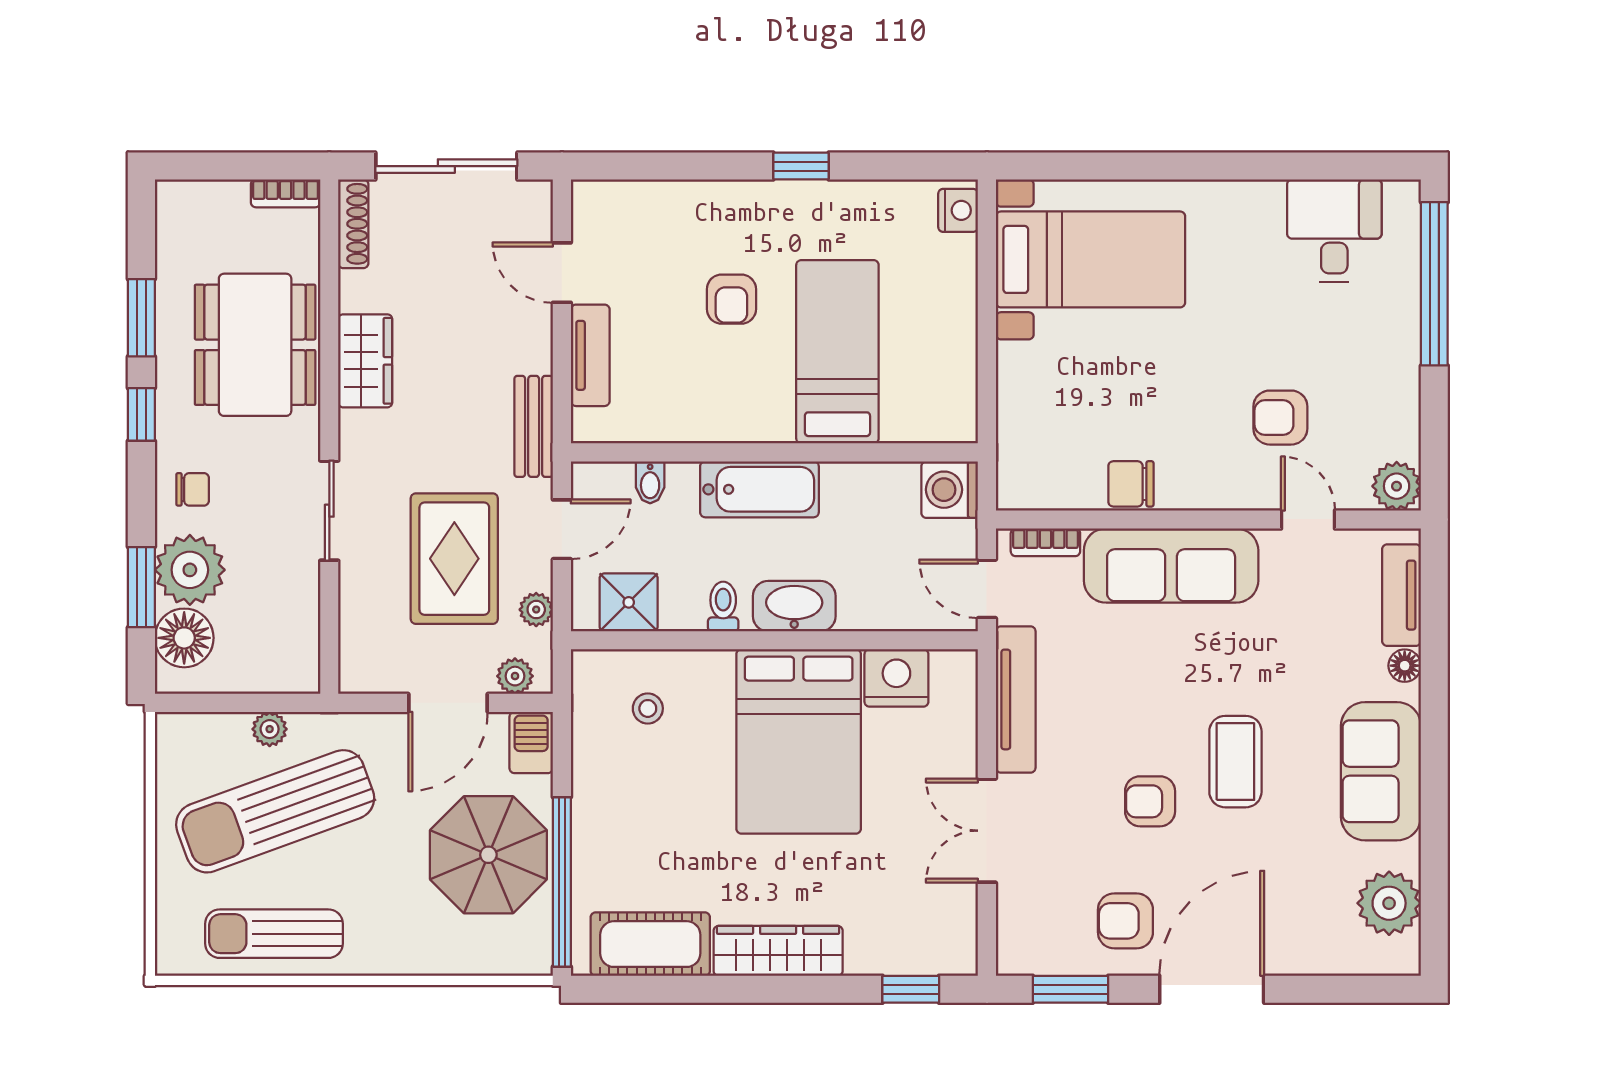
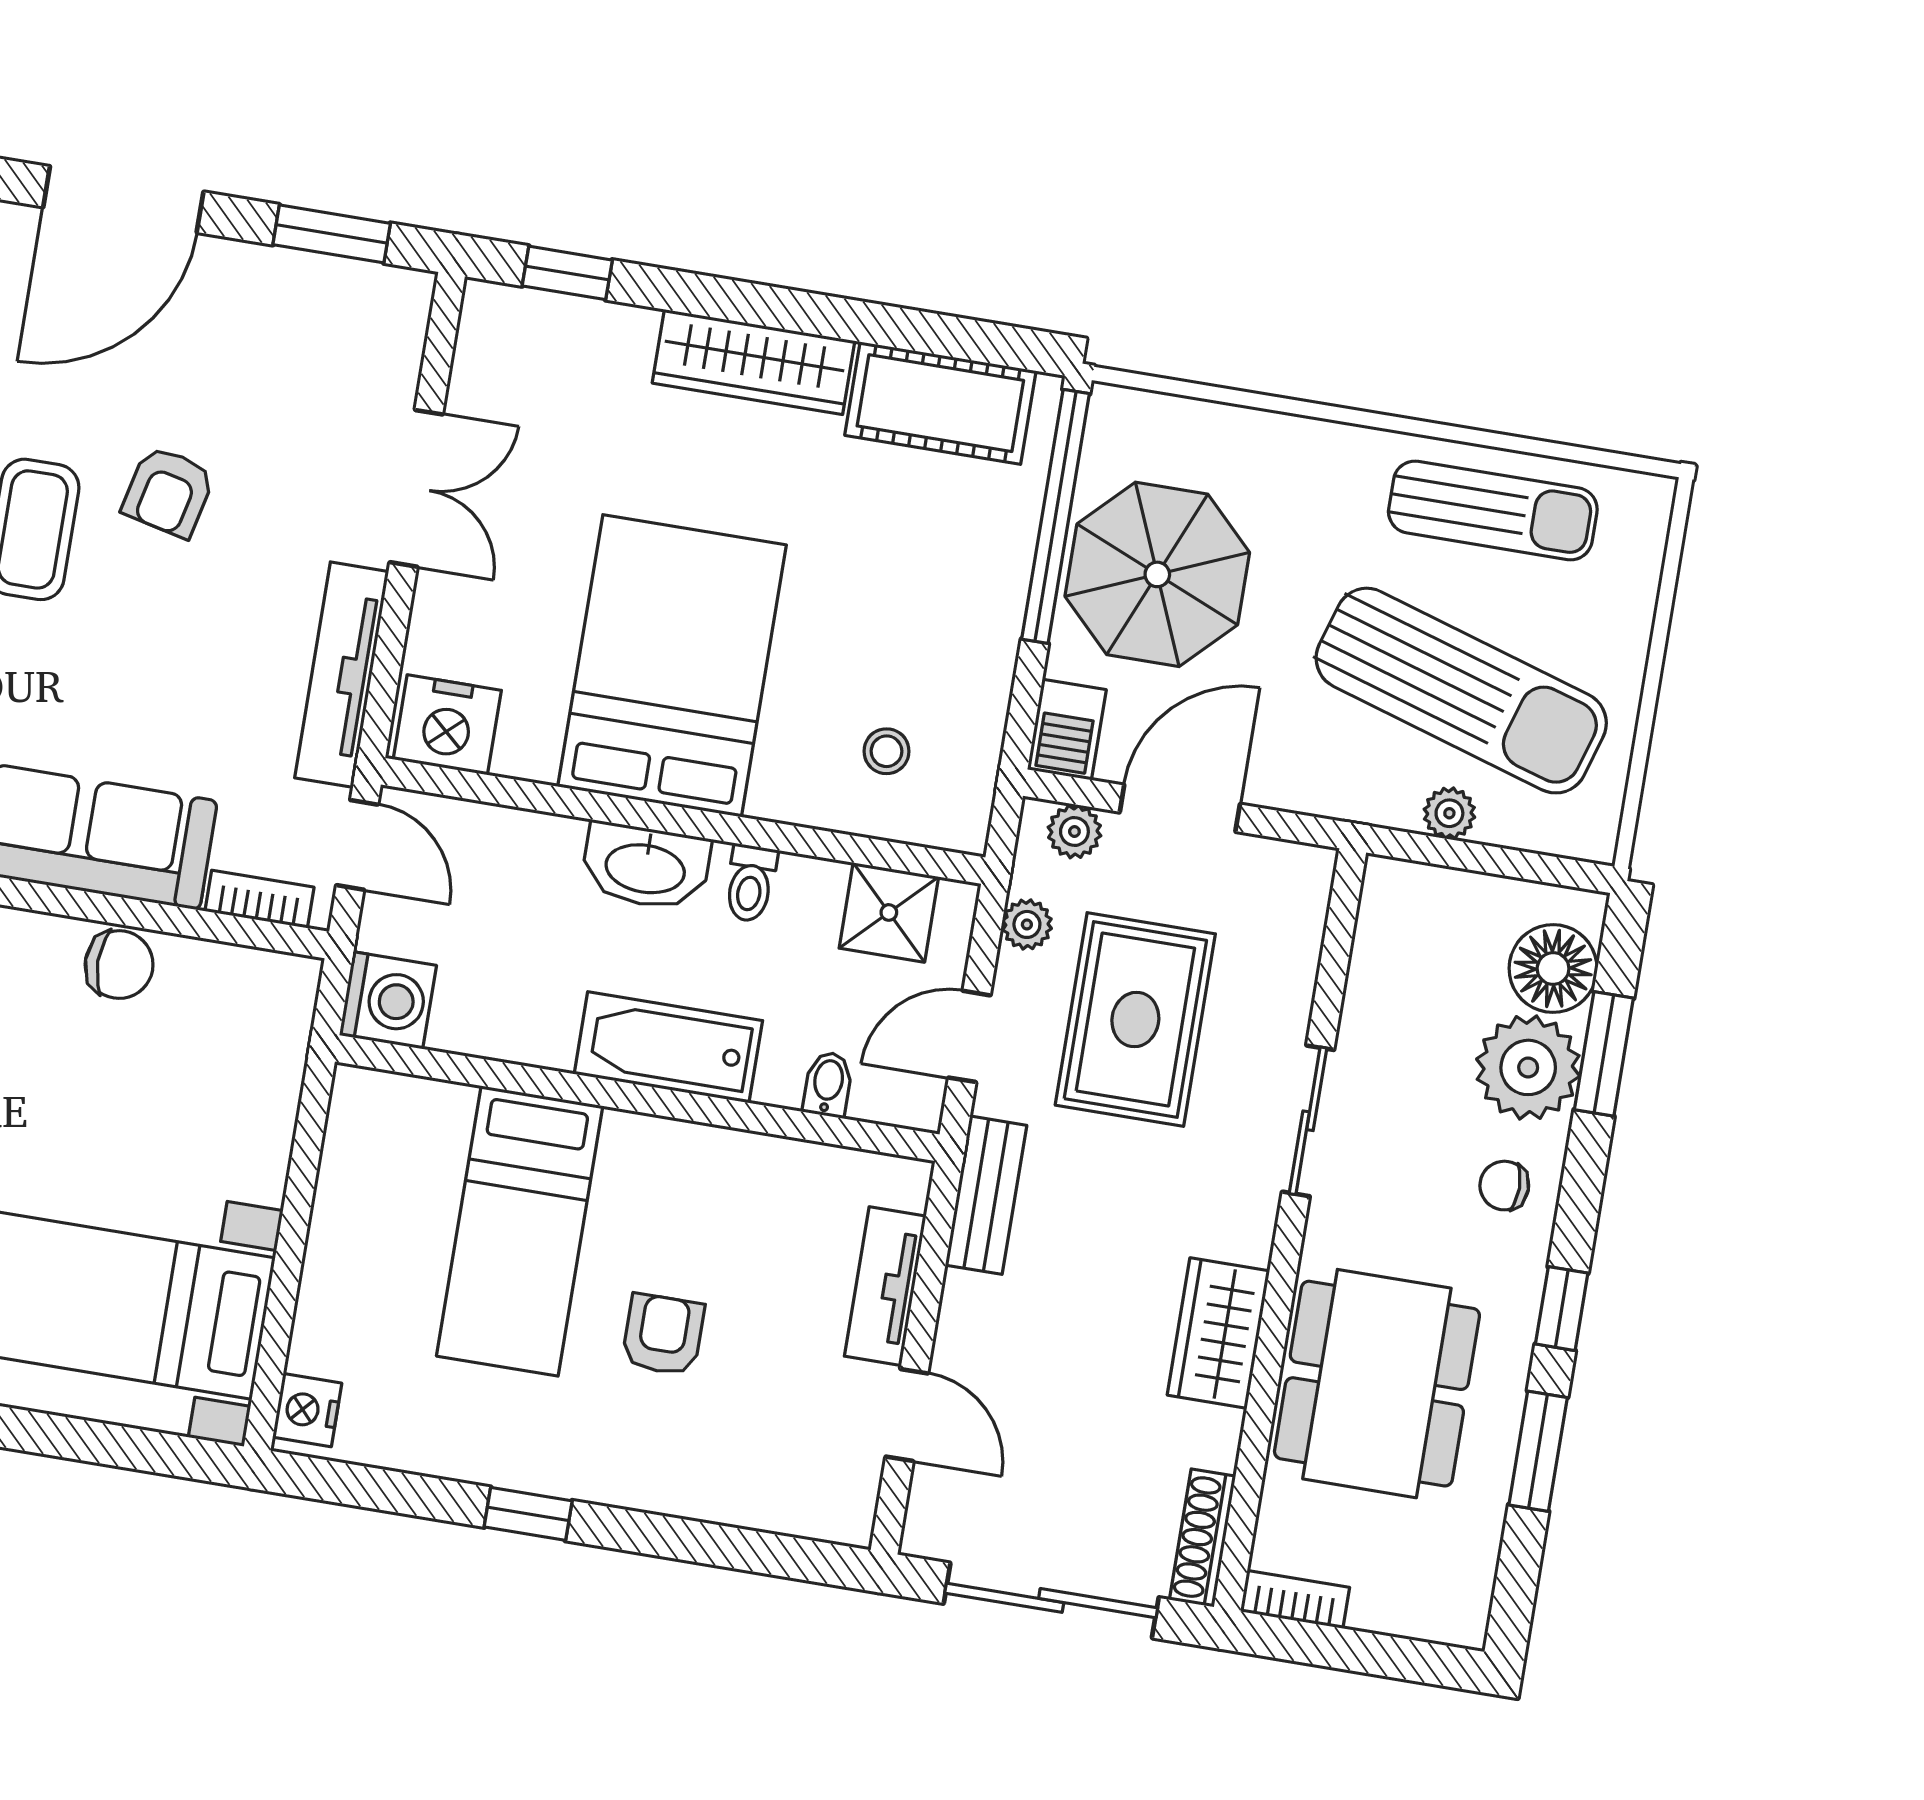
nightstand: (896, 678) -> (447, 725), moved
armchair: (1150, 801) -> (168, 492), turned 103
sun lounger: (275, 811) -> (1461, 691), turned 37
armchair: (1125, 921) -> (234, 321), removed

